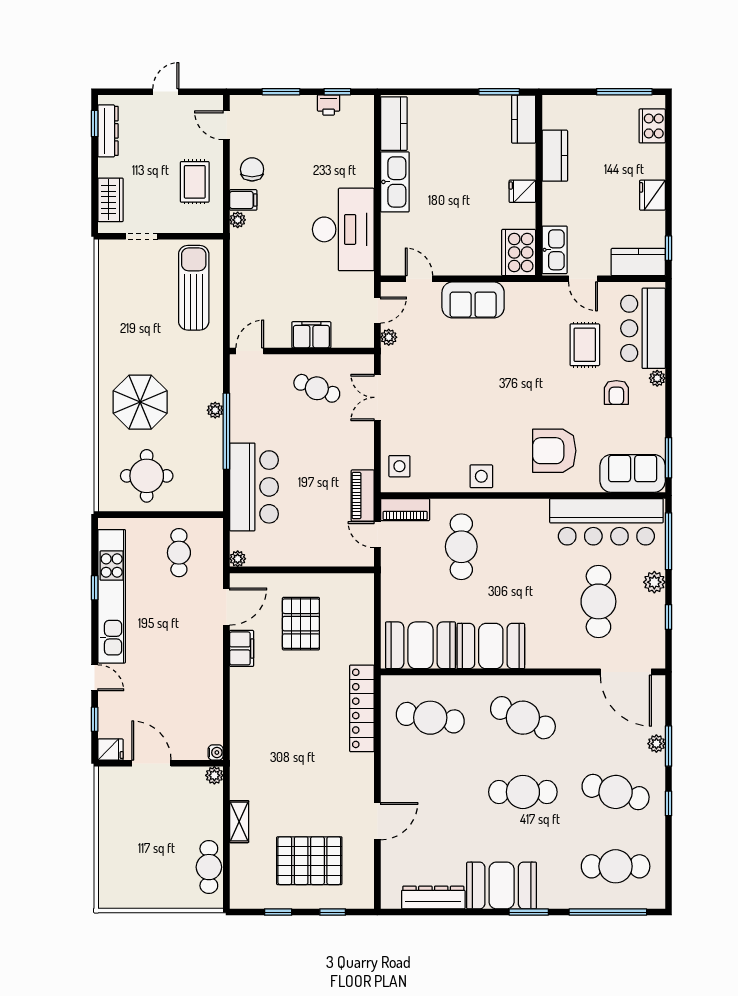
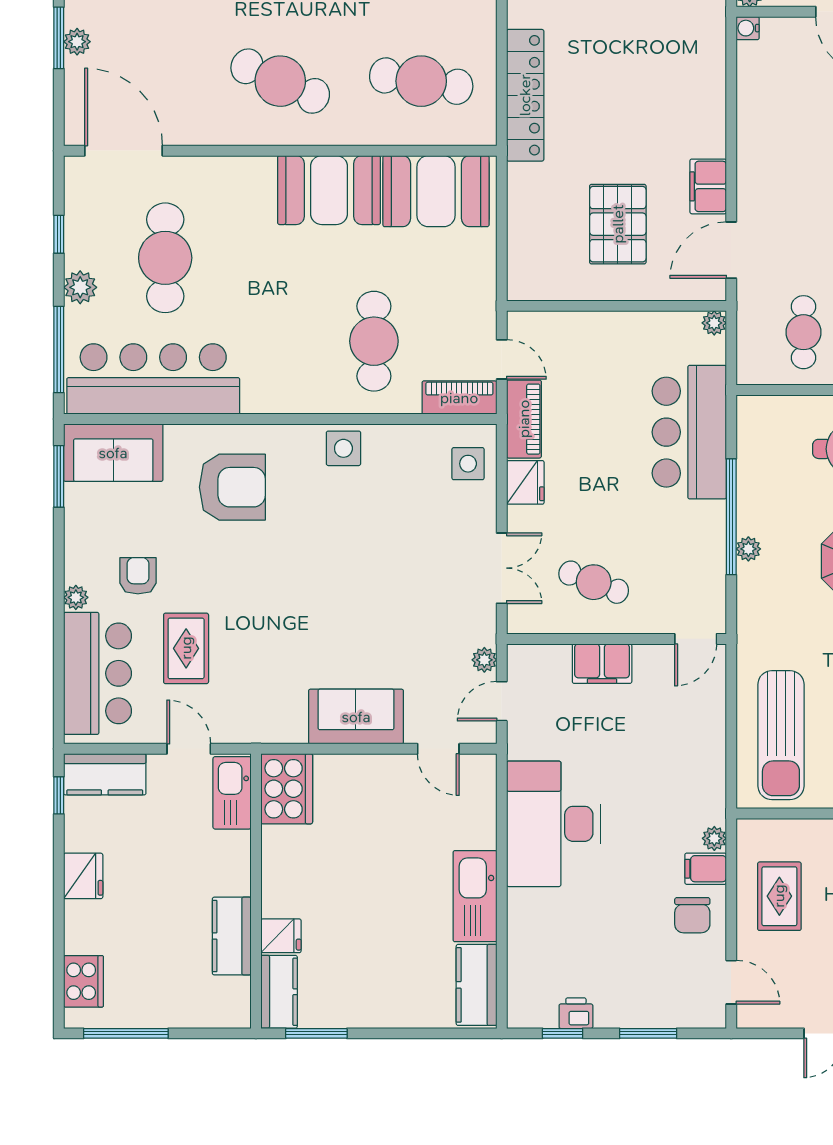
fridge: (522, 191) -> (281, 936), moved
fridge: (362, 454) -> (525, 482), added

